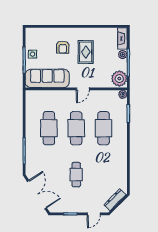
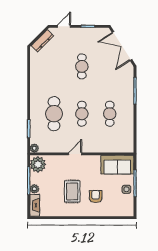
sofa: (47, 78) -> (117, 165), width x0.73
cafe table: (49, 128) -> (110, 114), width x0.73, depth x0.74
cafe table: (76, 128) -> (82, 114), width x0.73, depth x0.74

